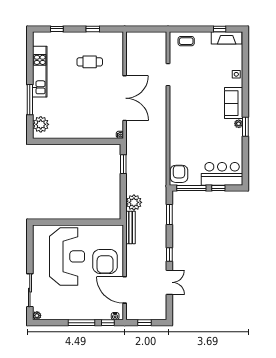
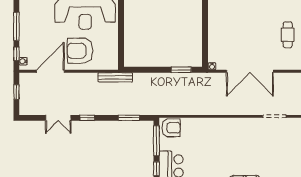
plant: (134, 202) -> (141, 81), removed

